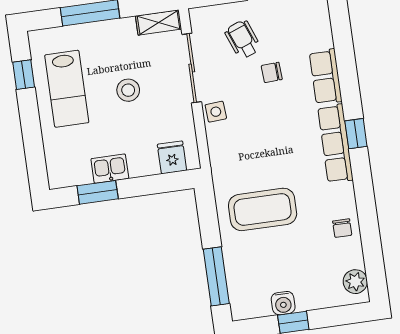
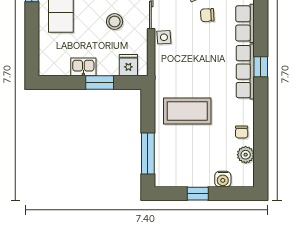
stool: (128, 90) -> (115, 22), moved
window: (98, 192) -> (100, 82), moved
plant: (355, 282) -> (246, 155), moved
water cooler: (283, 303) -> (223, 179), moved

